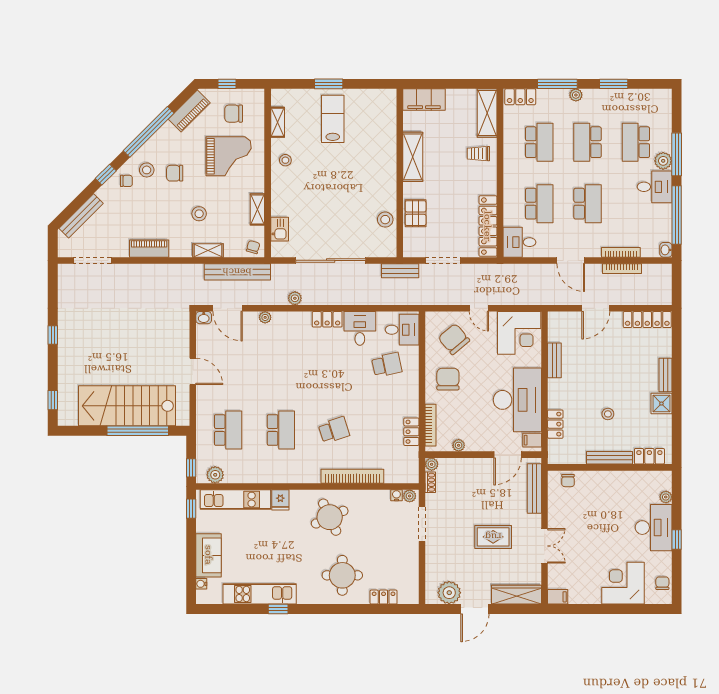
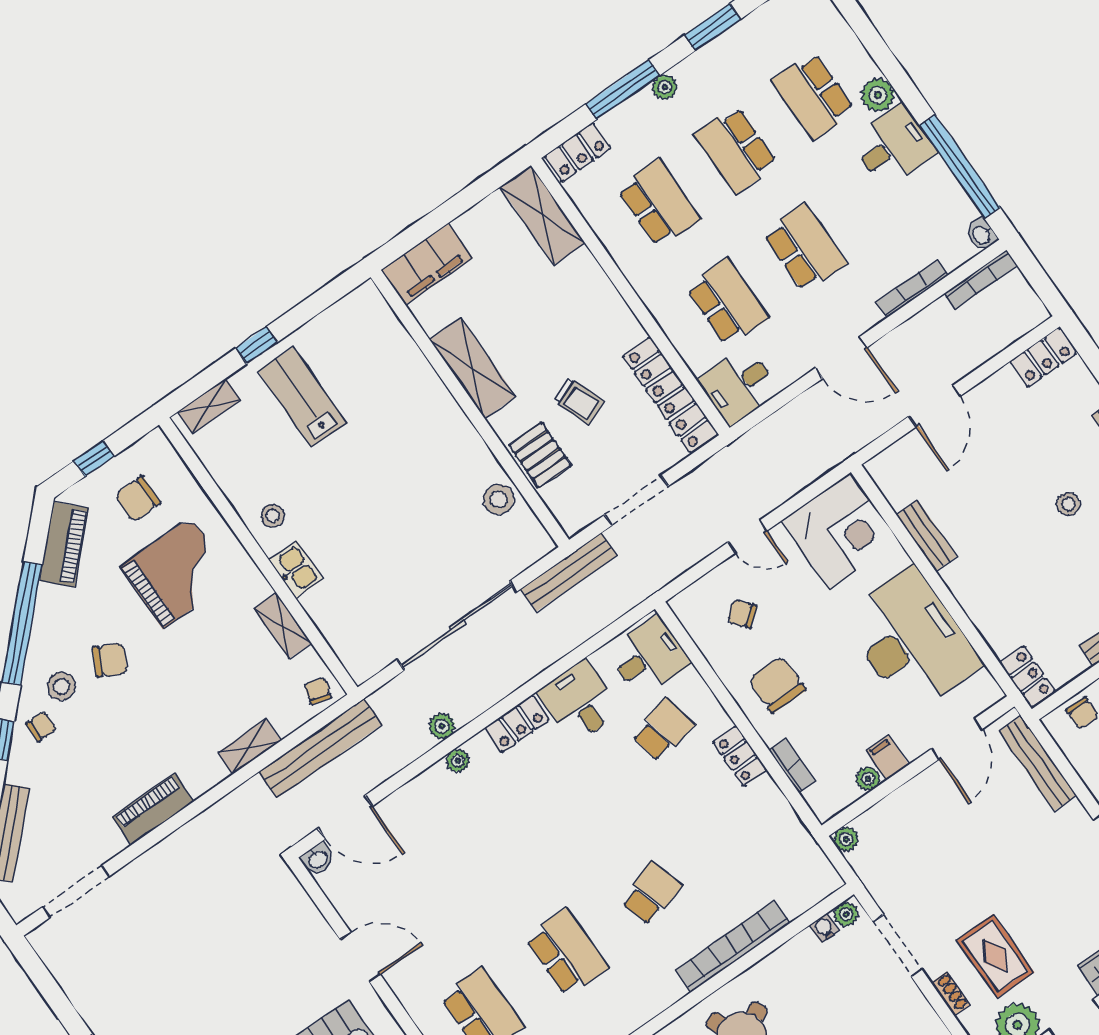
window: (329, 84) -> (256, 345), width x0.67
shelving: (278, 122) -> (209, 406), moved, turned 90
trolley: (478, 154) -> (579, 401), moved, turned -111
window: (677, 154) -> (892, 70), removed
chair: (175, 173) -> (110, 660), turned -153
stool: (199, 214) -> (194, 698), removed
kitchen sink: (280, 229) -> (296, 569), moved
bookcase: (622, 269) -> (981, 280), moved
bench: (400, 271) -> (569, 572), width x1.36
plant: (265, 317) -> (458, 761), moved
locker: (647, 320) -> (1043, 357), width x0.66
chair: (454, 339) -> (742, 614), width x0.54, depth x0.54
stool: (608, 414) -> (1068, 504), moved
locker: (555, 424) -> (1027, 677), moved
bookcase: (431, 425) -> (792, 766), width x0.64
locker: (411, 432) -> (740, 756), moved
filing cabinet: (532, 440) -> (887, 758), moved, turned 90
shoe rack: (430, 482) -> (951, 994), moved
rug: (493, 537) -> (995, 956), moved, turned 90

